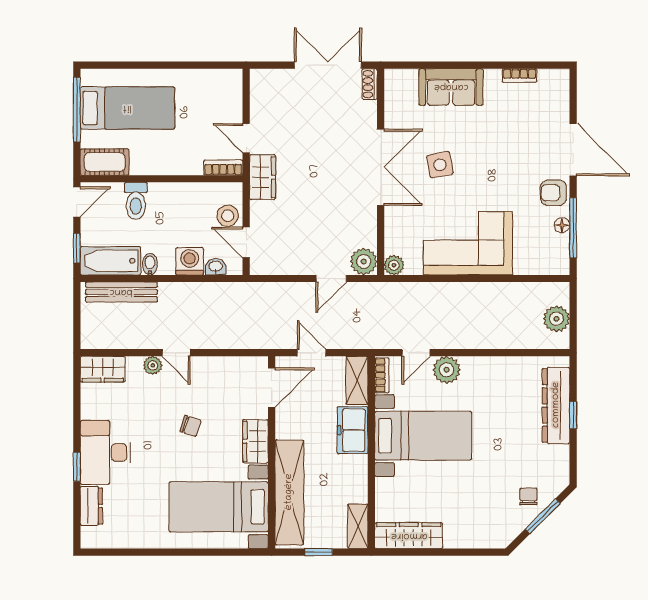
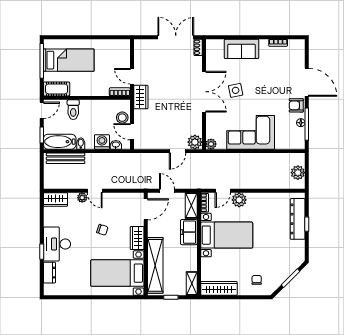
chair: (528, 496) -> (257, 280), moved

